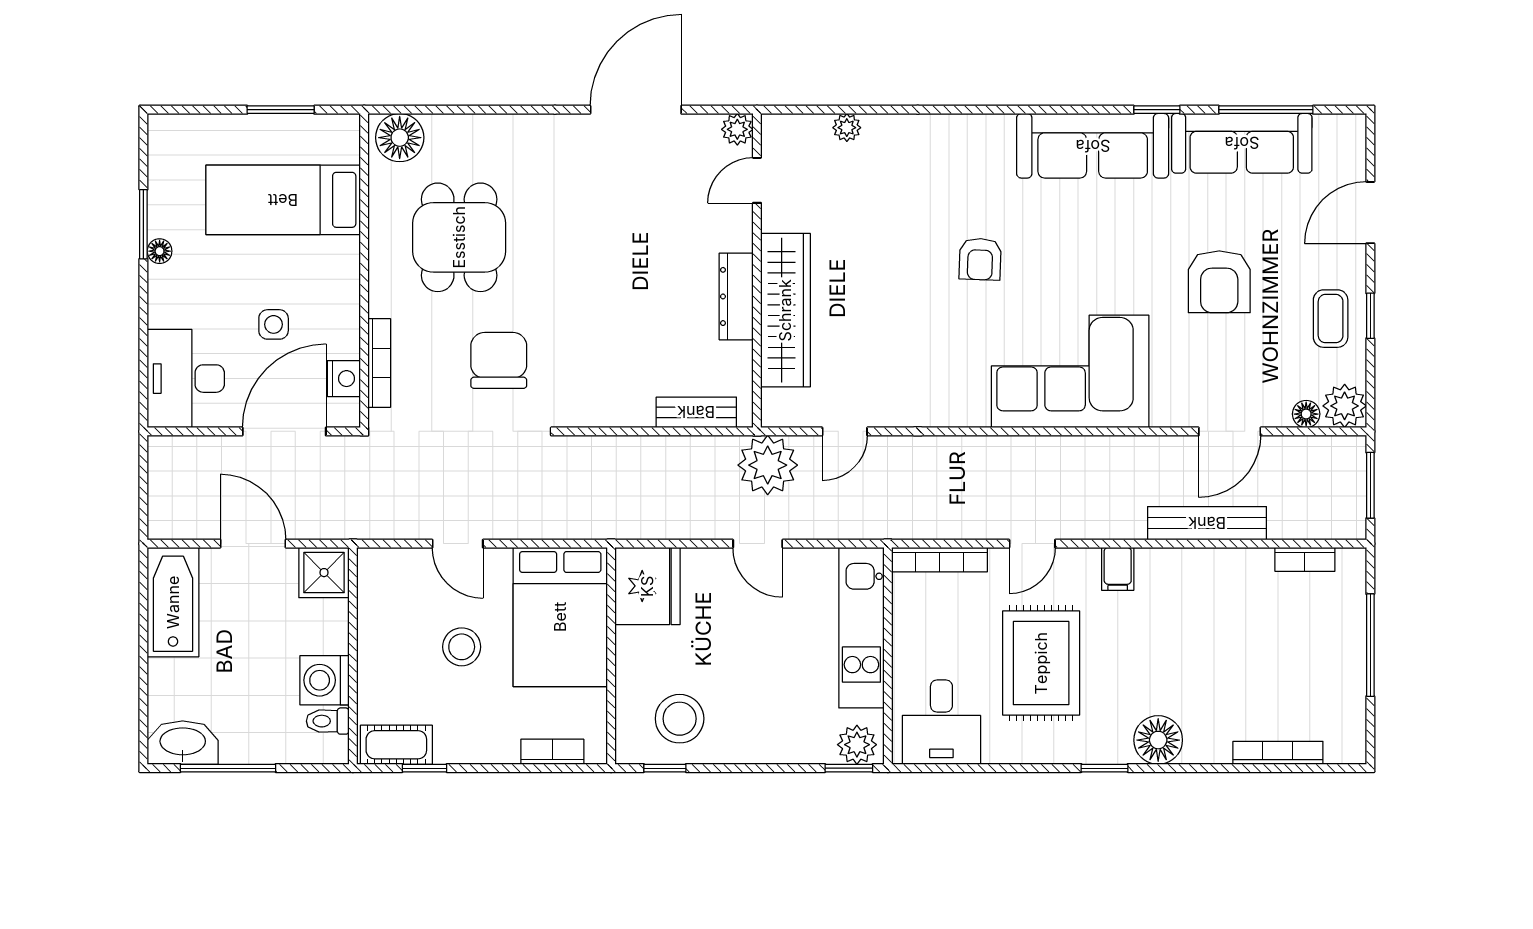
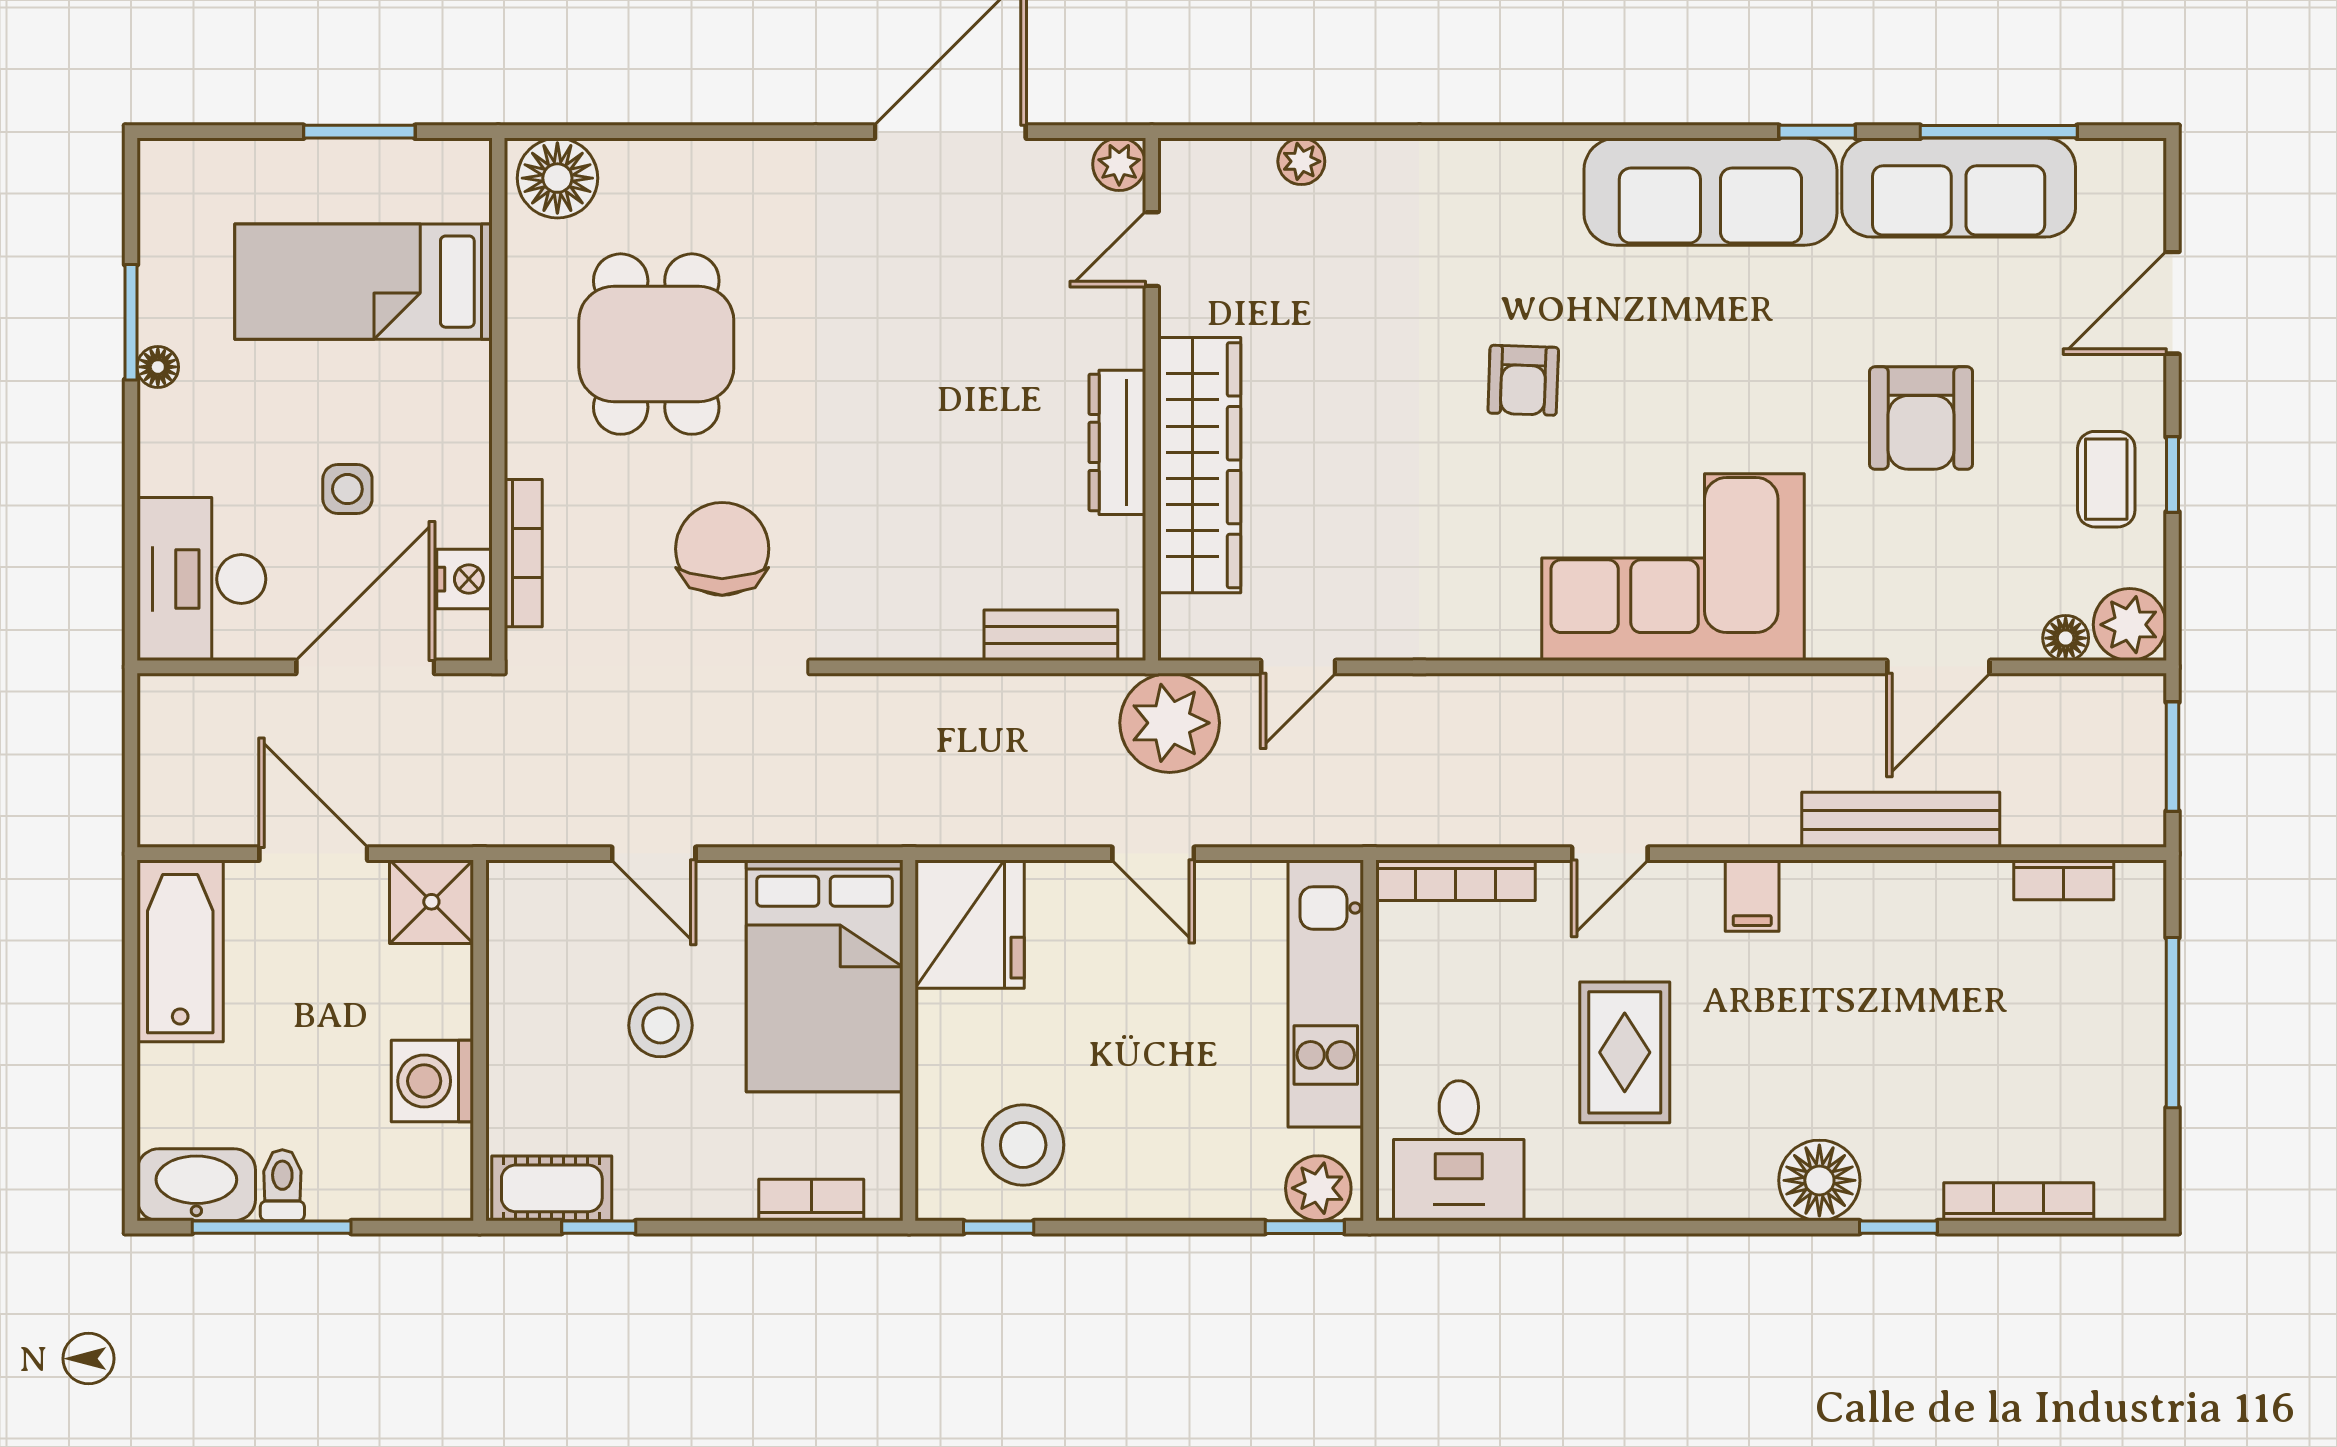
rug: (1041, 663) -> (1625, 1052), width x0.73, depth x0.70
toilet: (328, 721) -> (282, 1185), moved, turned 90
window: (1105, 768) -> (1898, 1227), moved

